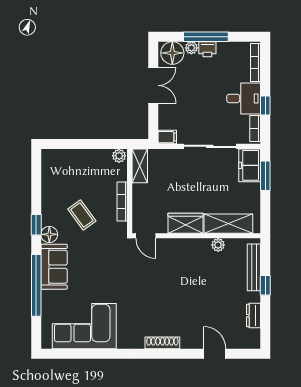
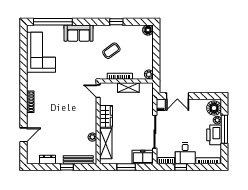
printer: (207, 49) -> (214, 135), width x1.87, depth x1.48
double door: (153, 85) -> (177, 96), moved
shelving: (140, 166) -> (128, 87), moved
window: (265, 176) -> (126, 167), moved
window: (36, 225) -> (116, 22), moved
floor lamp: (49, 234) -> (148, 30), moved
door: (146, 236) -> (98, 91), hinge flipped
window: (36, 285) -> (53, 22), moved

